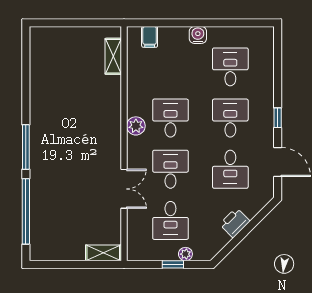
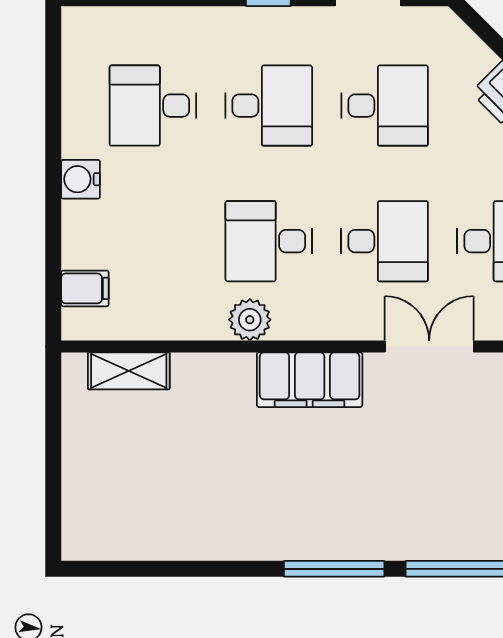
desk: (230, 118) -> (269, 106), turned 180
plant: (136, 126) -> (250, 320), moved
filing cabinet: (109, 136) -> (310, 380), added
desk: (170, 169) -> (385, 241), turned 180

